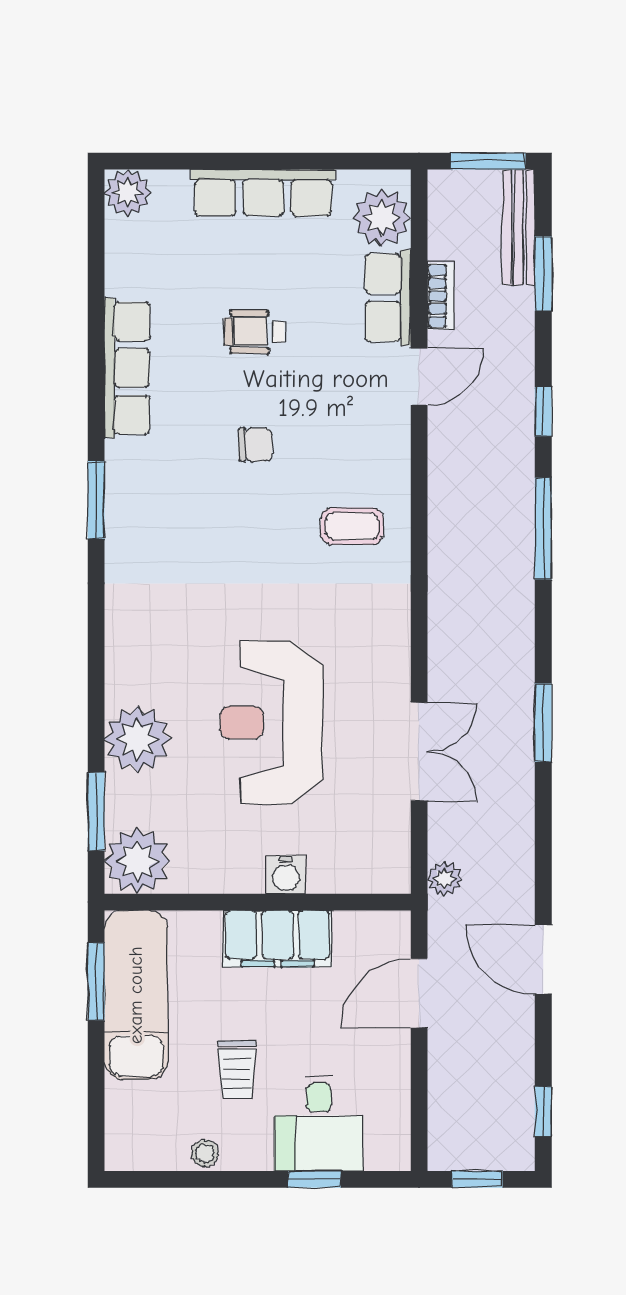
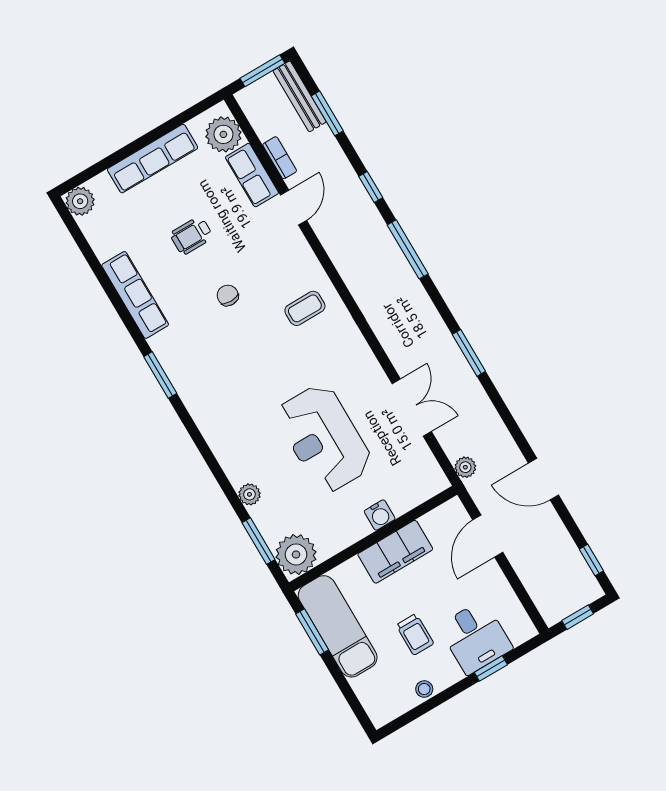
chair: (255, 445) -> (228, 295), turned -90
plant: (137, 739) -> (249, 494), width x0.53, depth x0.53

